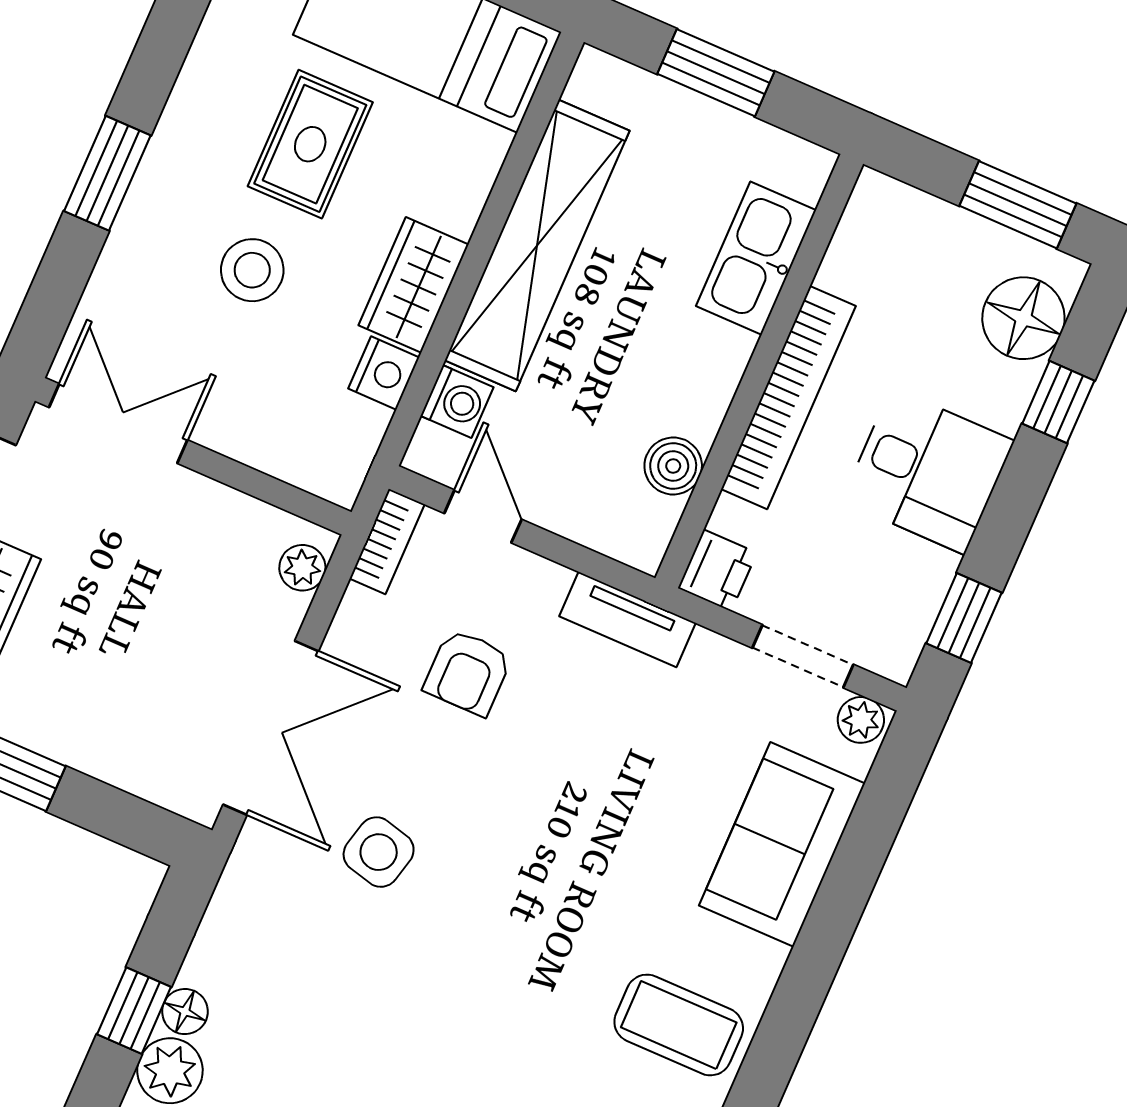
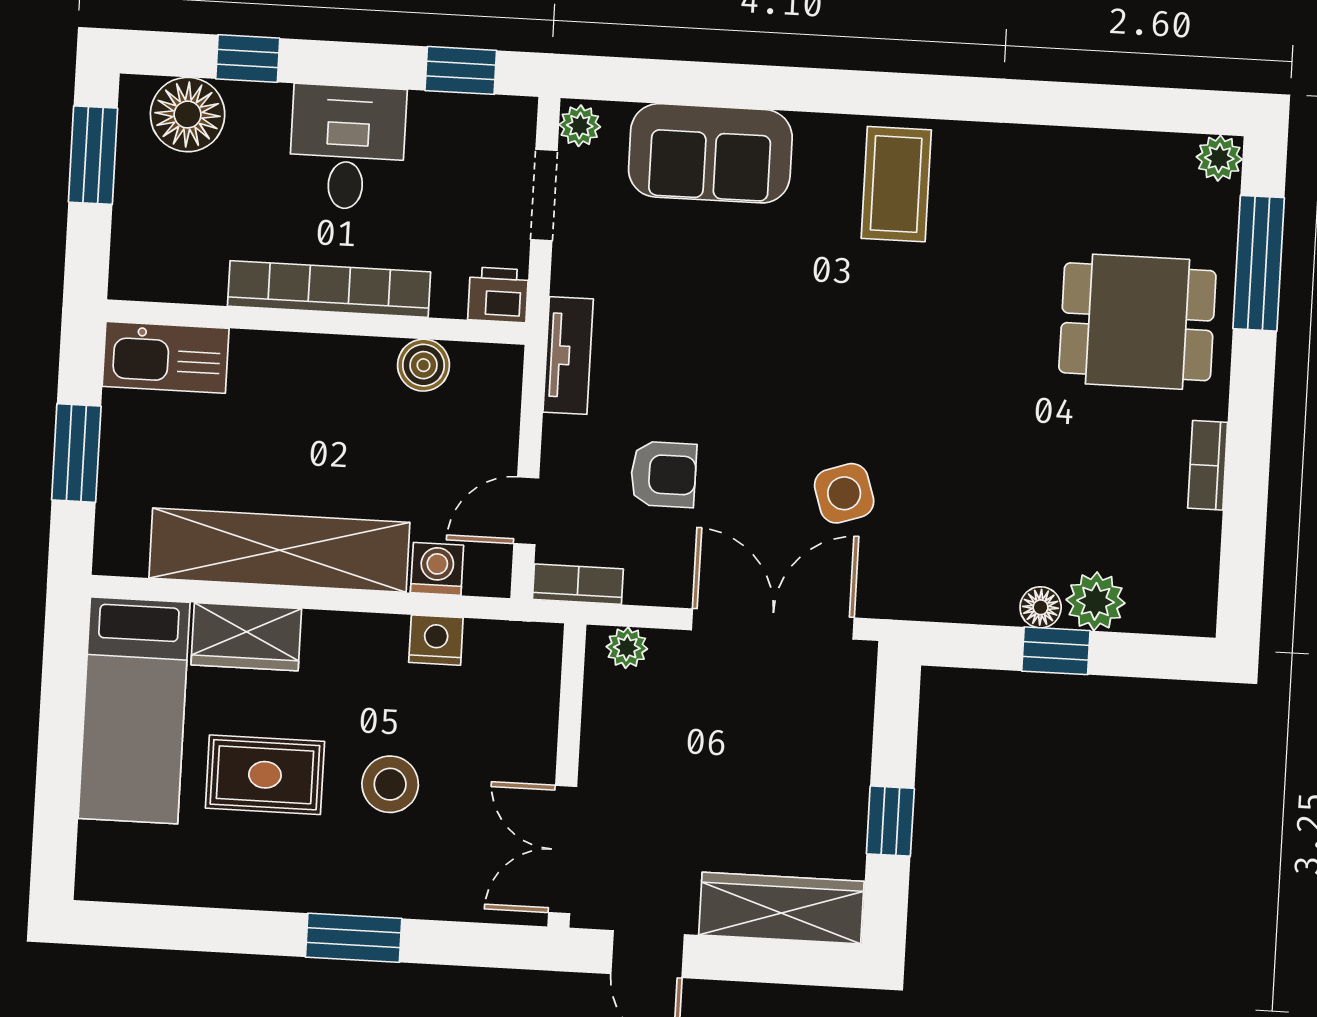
kitchen sink: (756, 258) -> (166, 357), moved
wardrobe: (414, 285) -> (246, 637), moved
side table: (379, 852) -> (844, 493), turned -32

